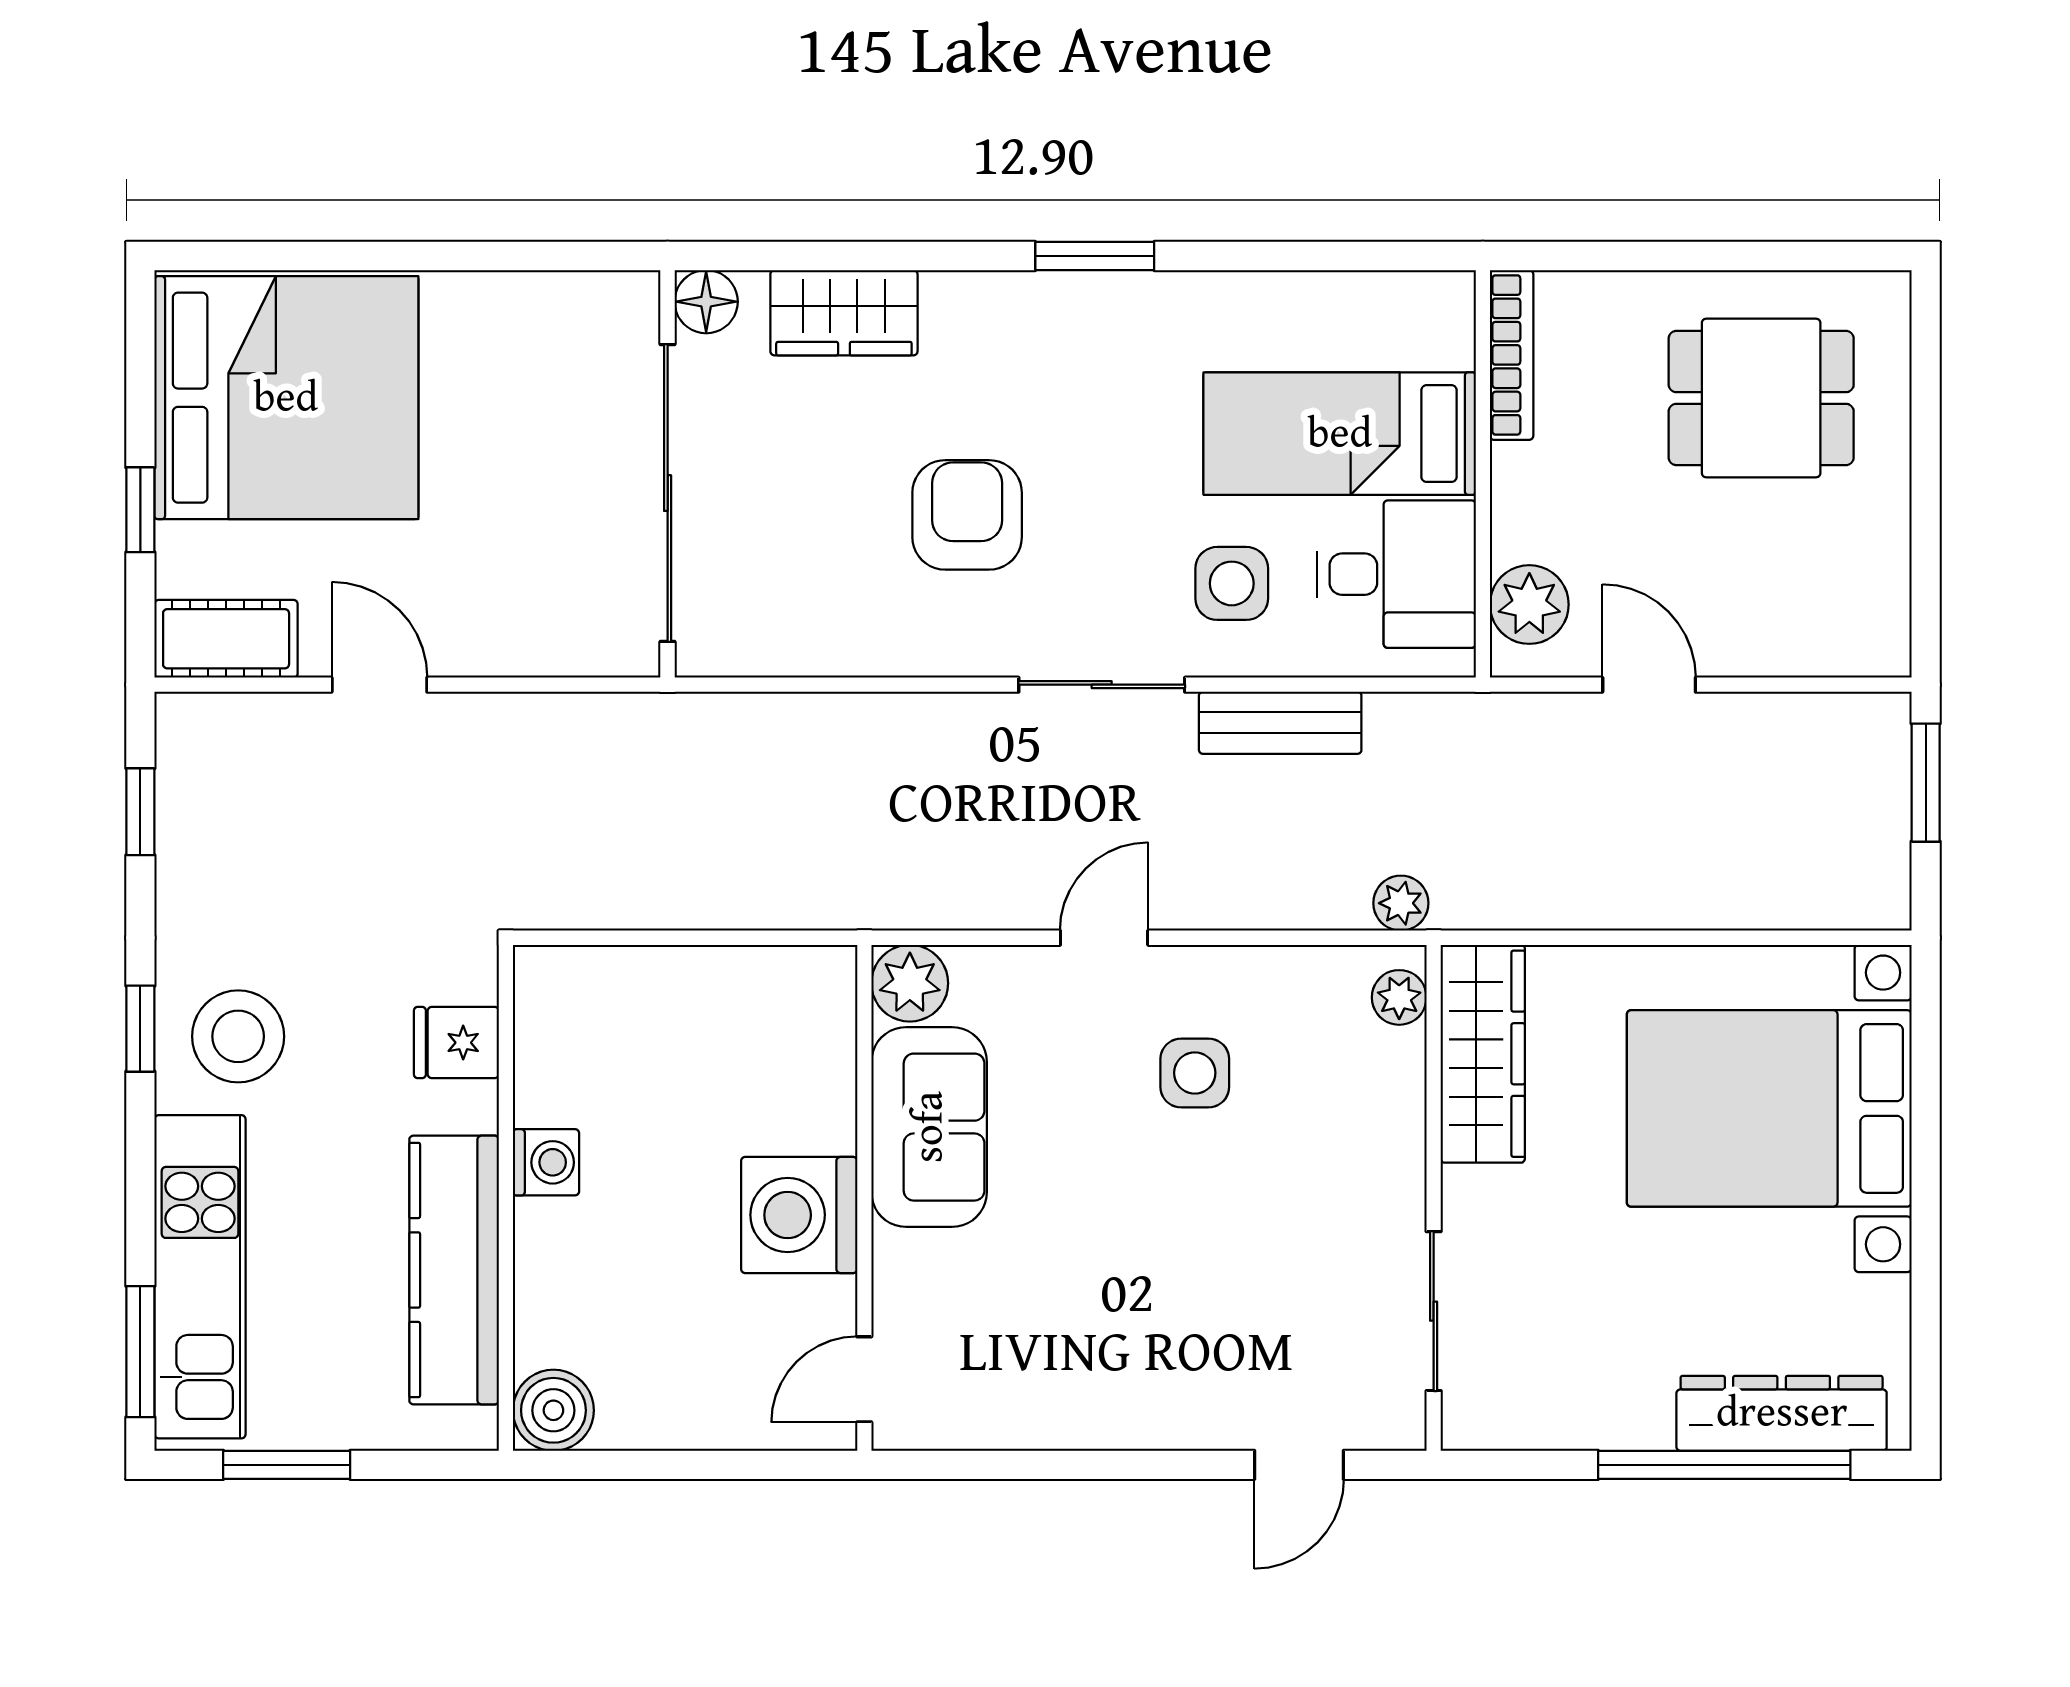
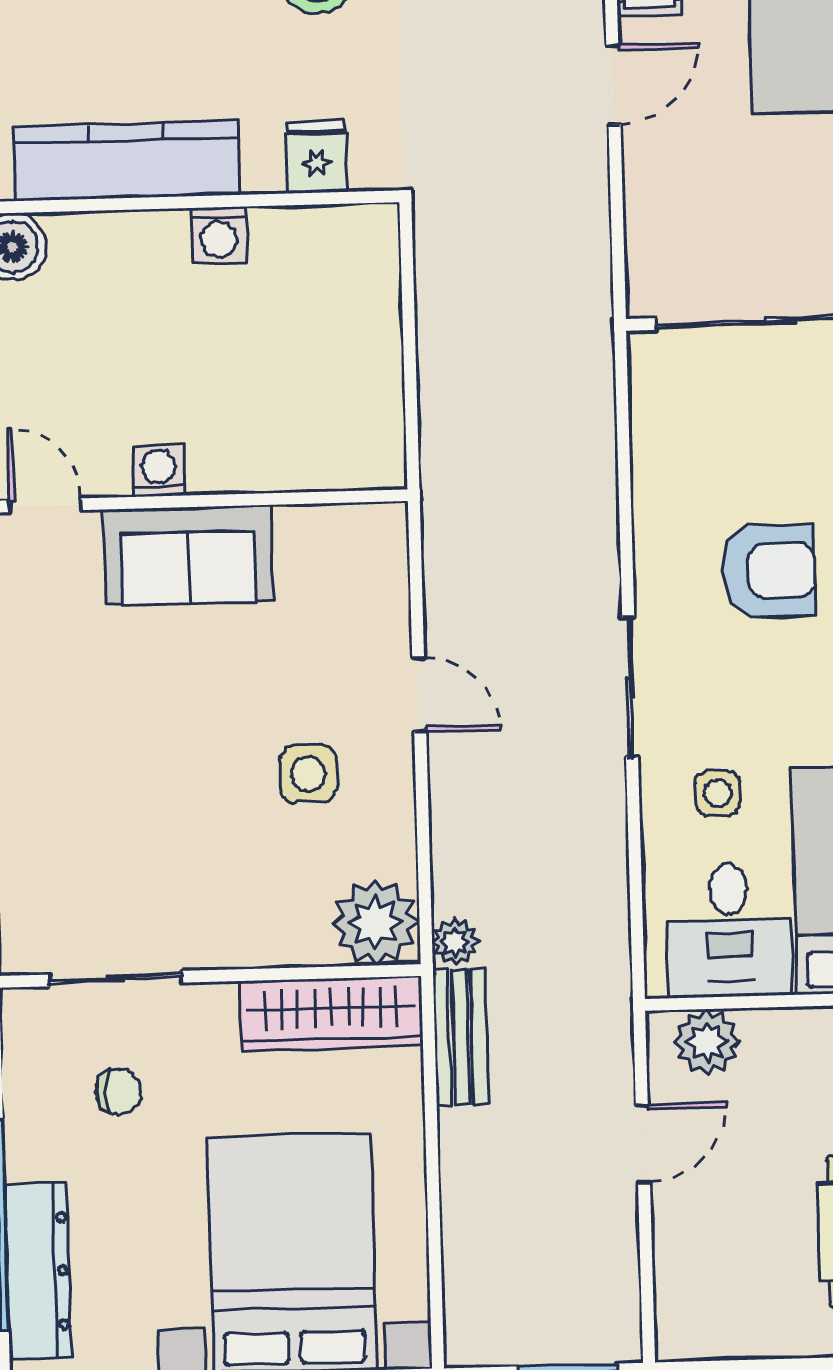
side table: (1232, 583) -> (718, 793), width x0.73, depth x0.73
bench: (1280, 723) -> (460, 1037), moved
plant: (910, 983) -> (377, 534), removed
plant: (1399, 997) -> (376, 923), width x1.88, depth x1.88
sofa: (929, 1127) -> (188, 555), moved
washing machine: (799, 1215) -> (159, 471), width x0.53, depth x0.53
chair: (1569, 1311) -> (119, 1092), added

